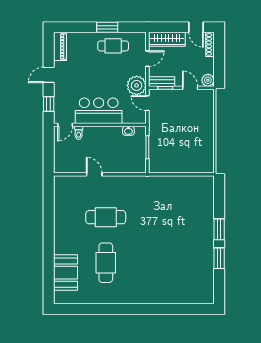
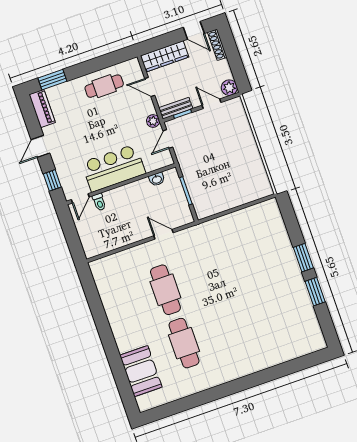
window: (107, 27) -> (52, 80), moved
door: (147, 59) -> (150, 87), swing flipped
plant: (137, 85) -> (153, 121), width x0.53, depth x0.53
door: (147, 103) -> (168, 139), hinge flipped
door: (94, 174) -> (163, 234), moved
cafe table: (106, 217) -> (165, 290), turned 90

